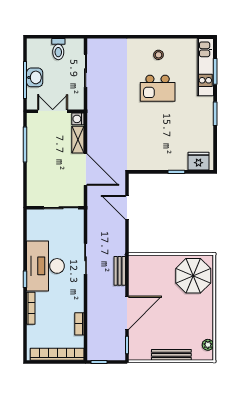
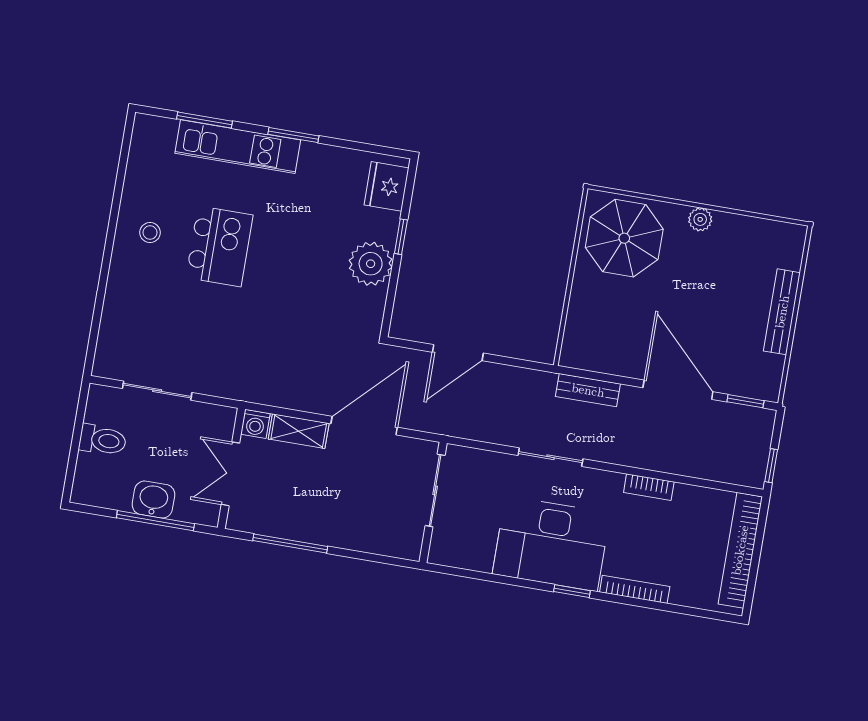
kitchen unit: (205, 67) -> (238, 147), moved
plant: (161, 160) -> (371, 264), added
bookcase: (79, 324) -> (649, 487), moved
plant: (208, 345) -> (700, 219), moved

